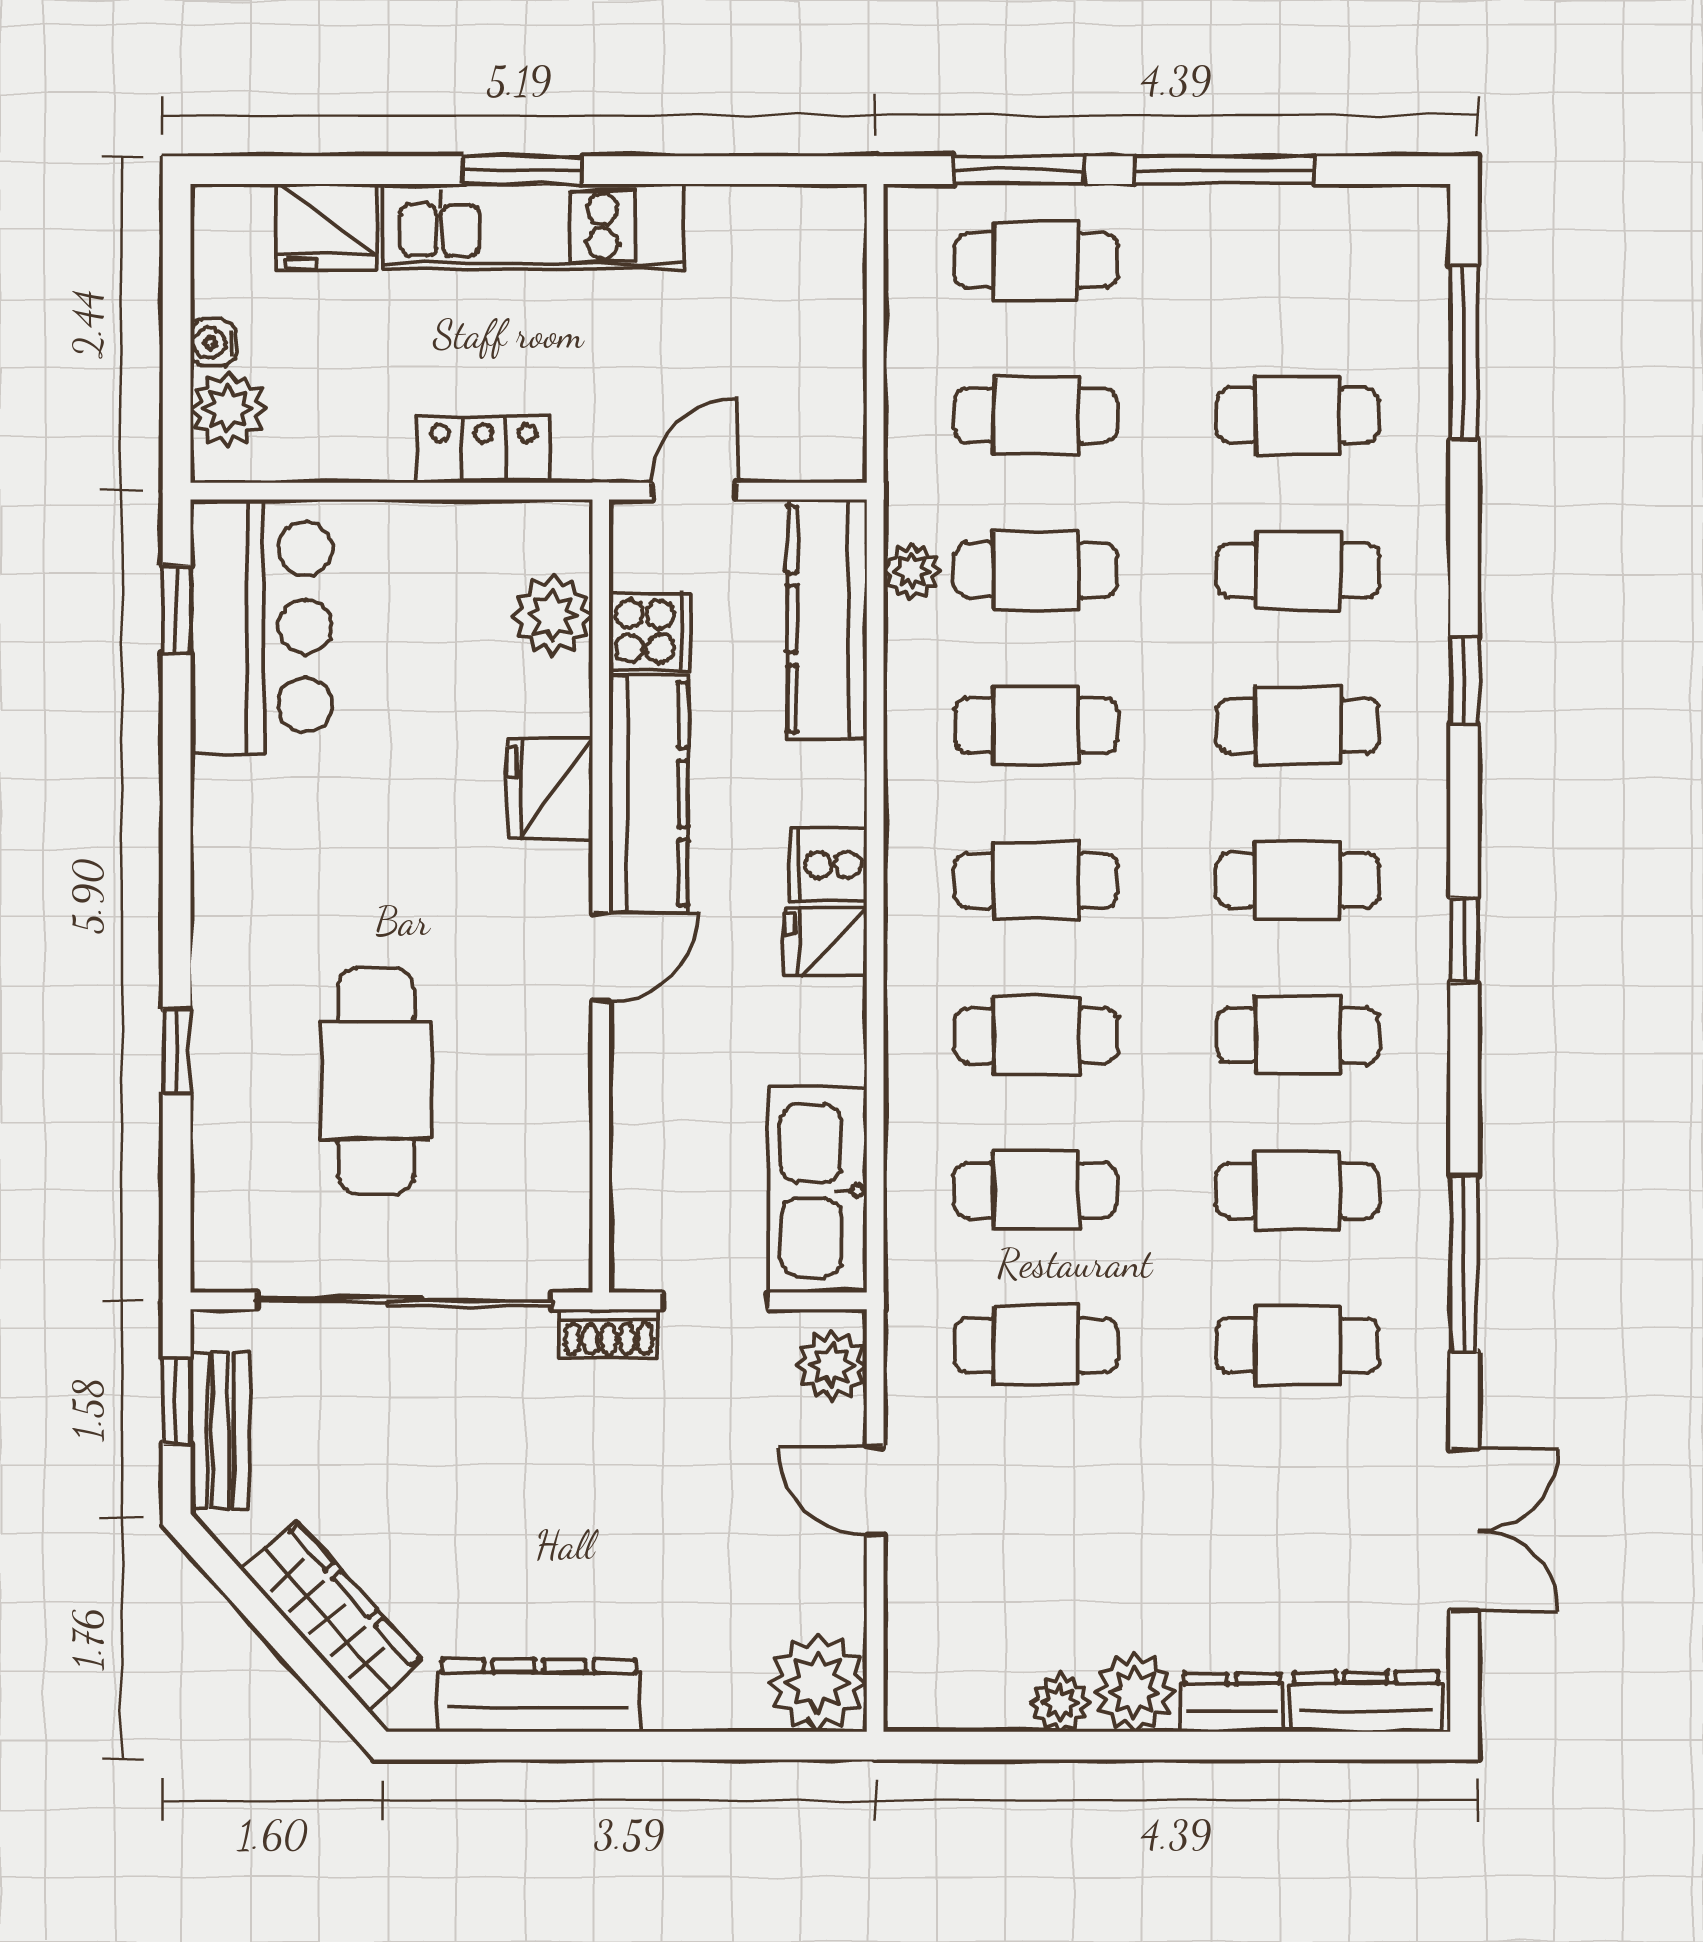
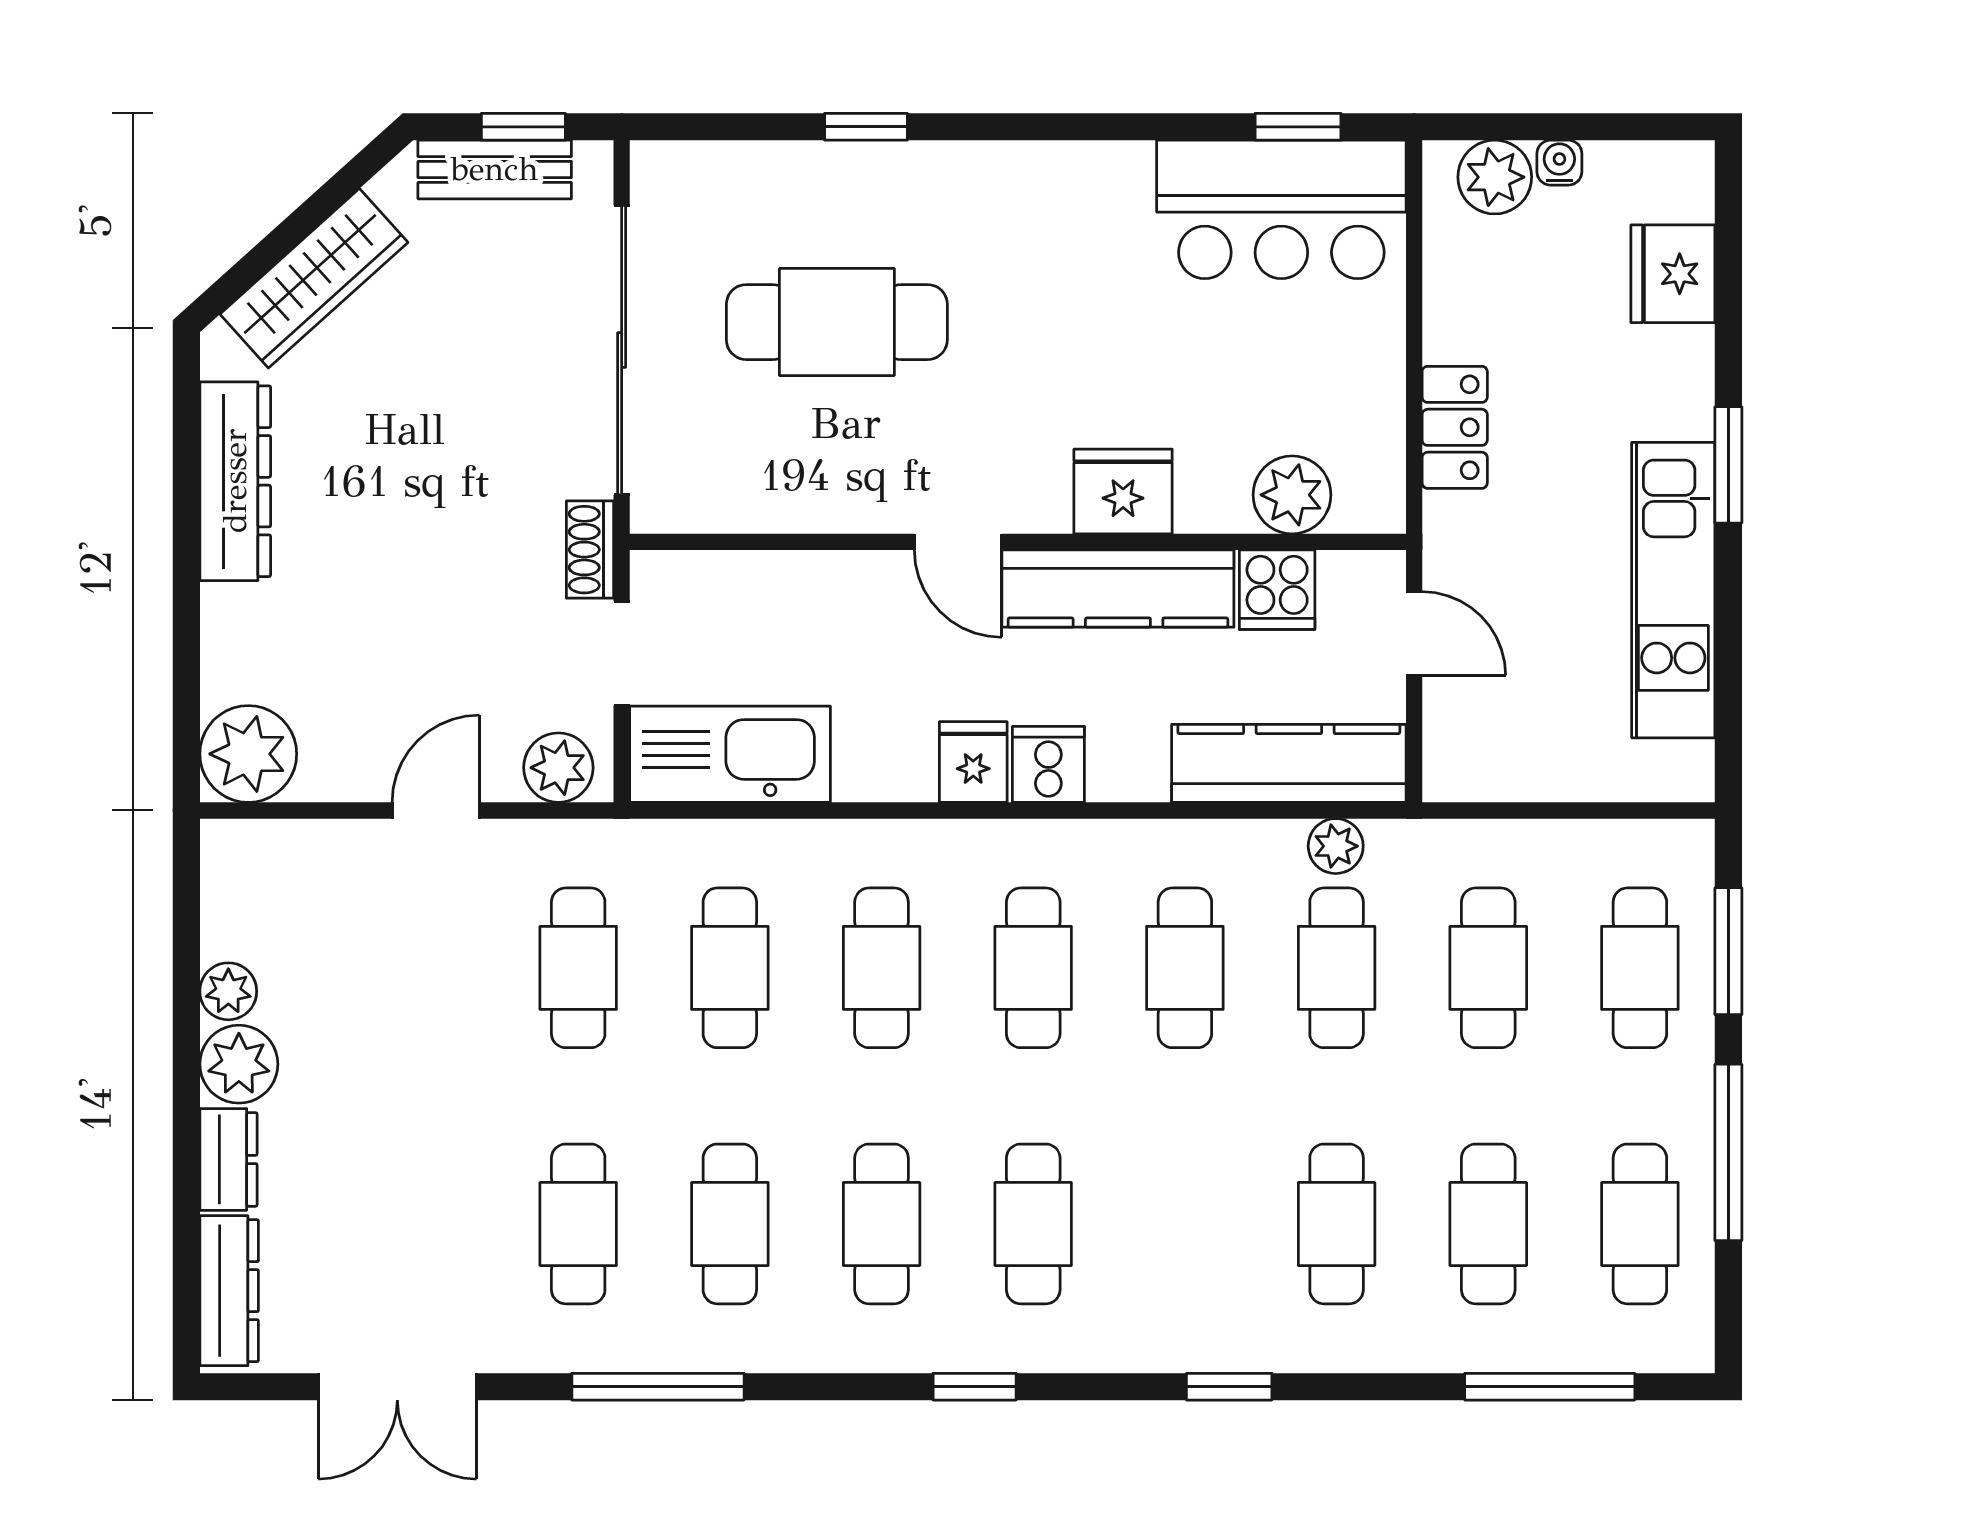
kitchen unit: (533, 226) -> (1673, 590), moved
cafe table: (1298, 725) -> (1640, 1224), moved

